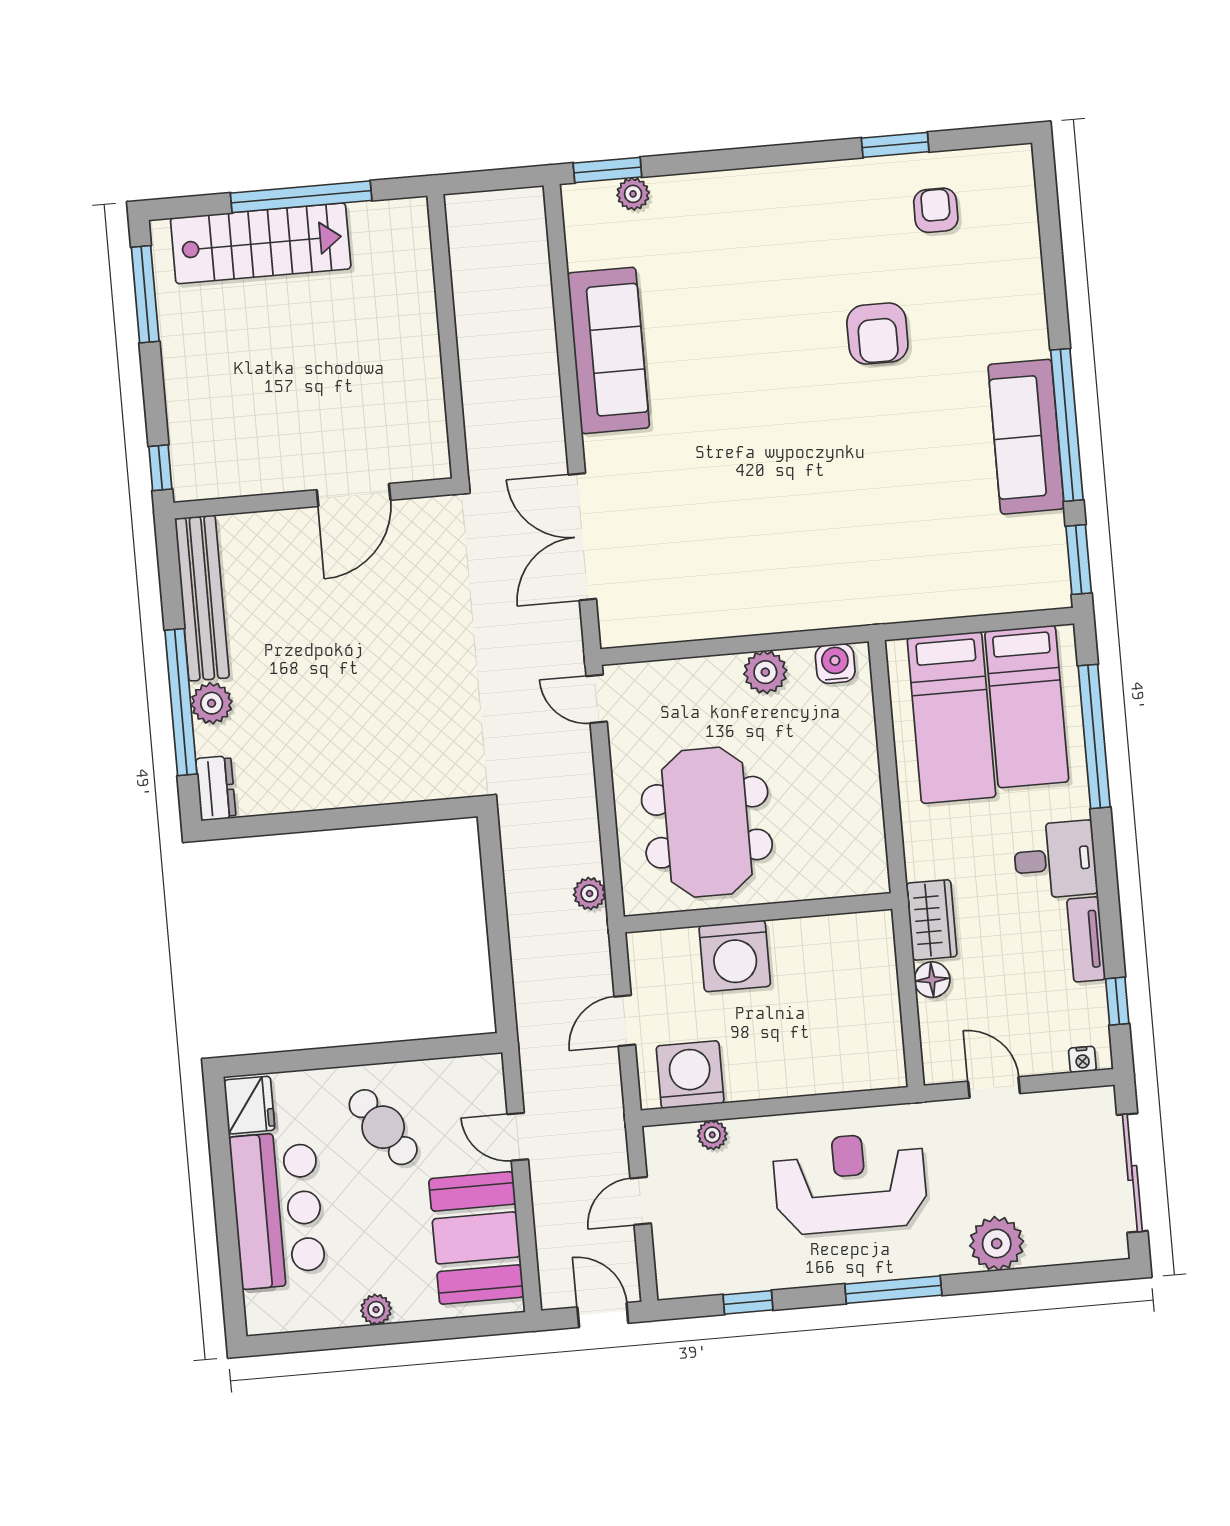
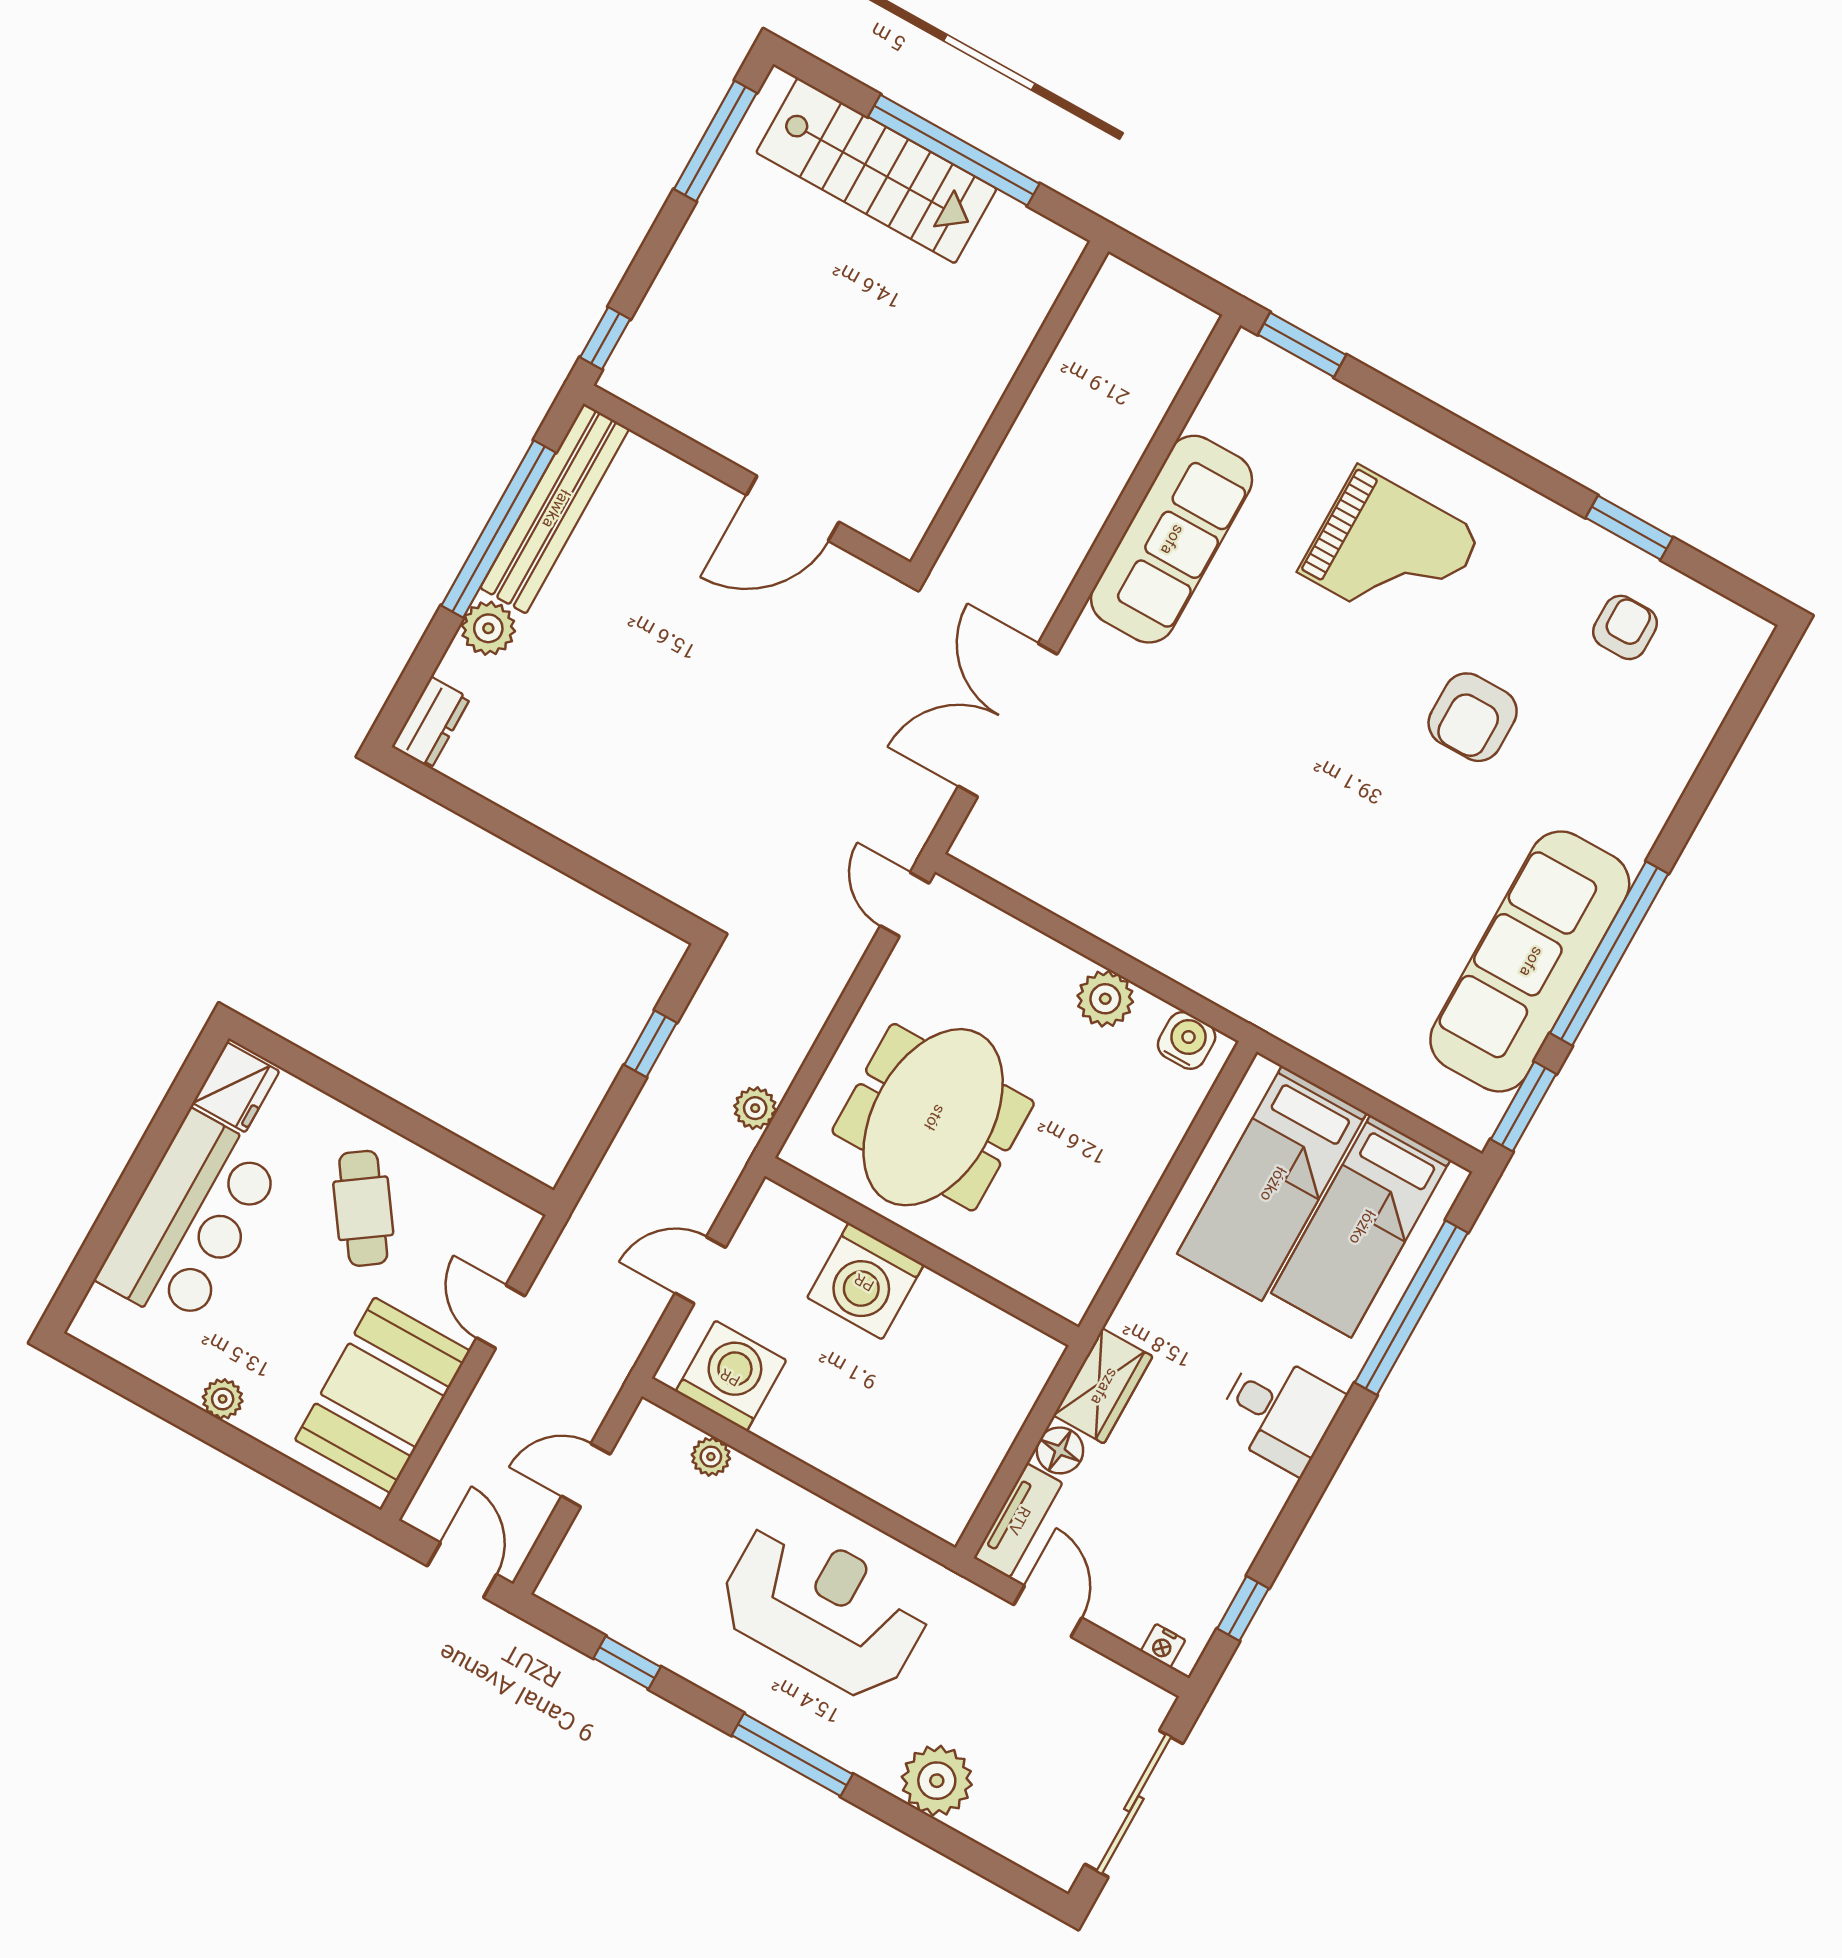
plant: (633, 194) -> (1312, 389), removed
grand piano: (754, 265) -> (1390, 553), added
sofa: (1026, 437) -> (1530, 961), width x1.36, depth x1.27
window: (181, 702) -> (499, 529), moved
window: (495, 898) -> (650, 1044), added
tv unit: (1086, 939) -> (1018, 1520), moved, turned 180

